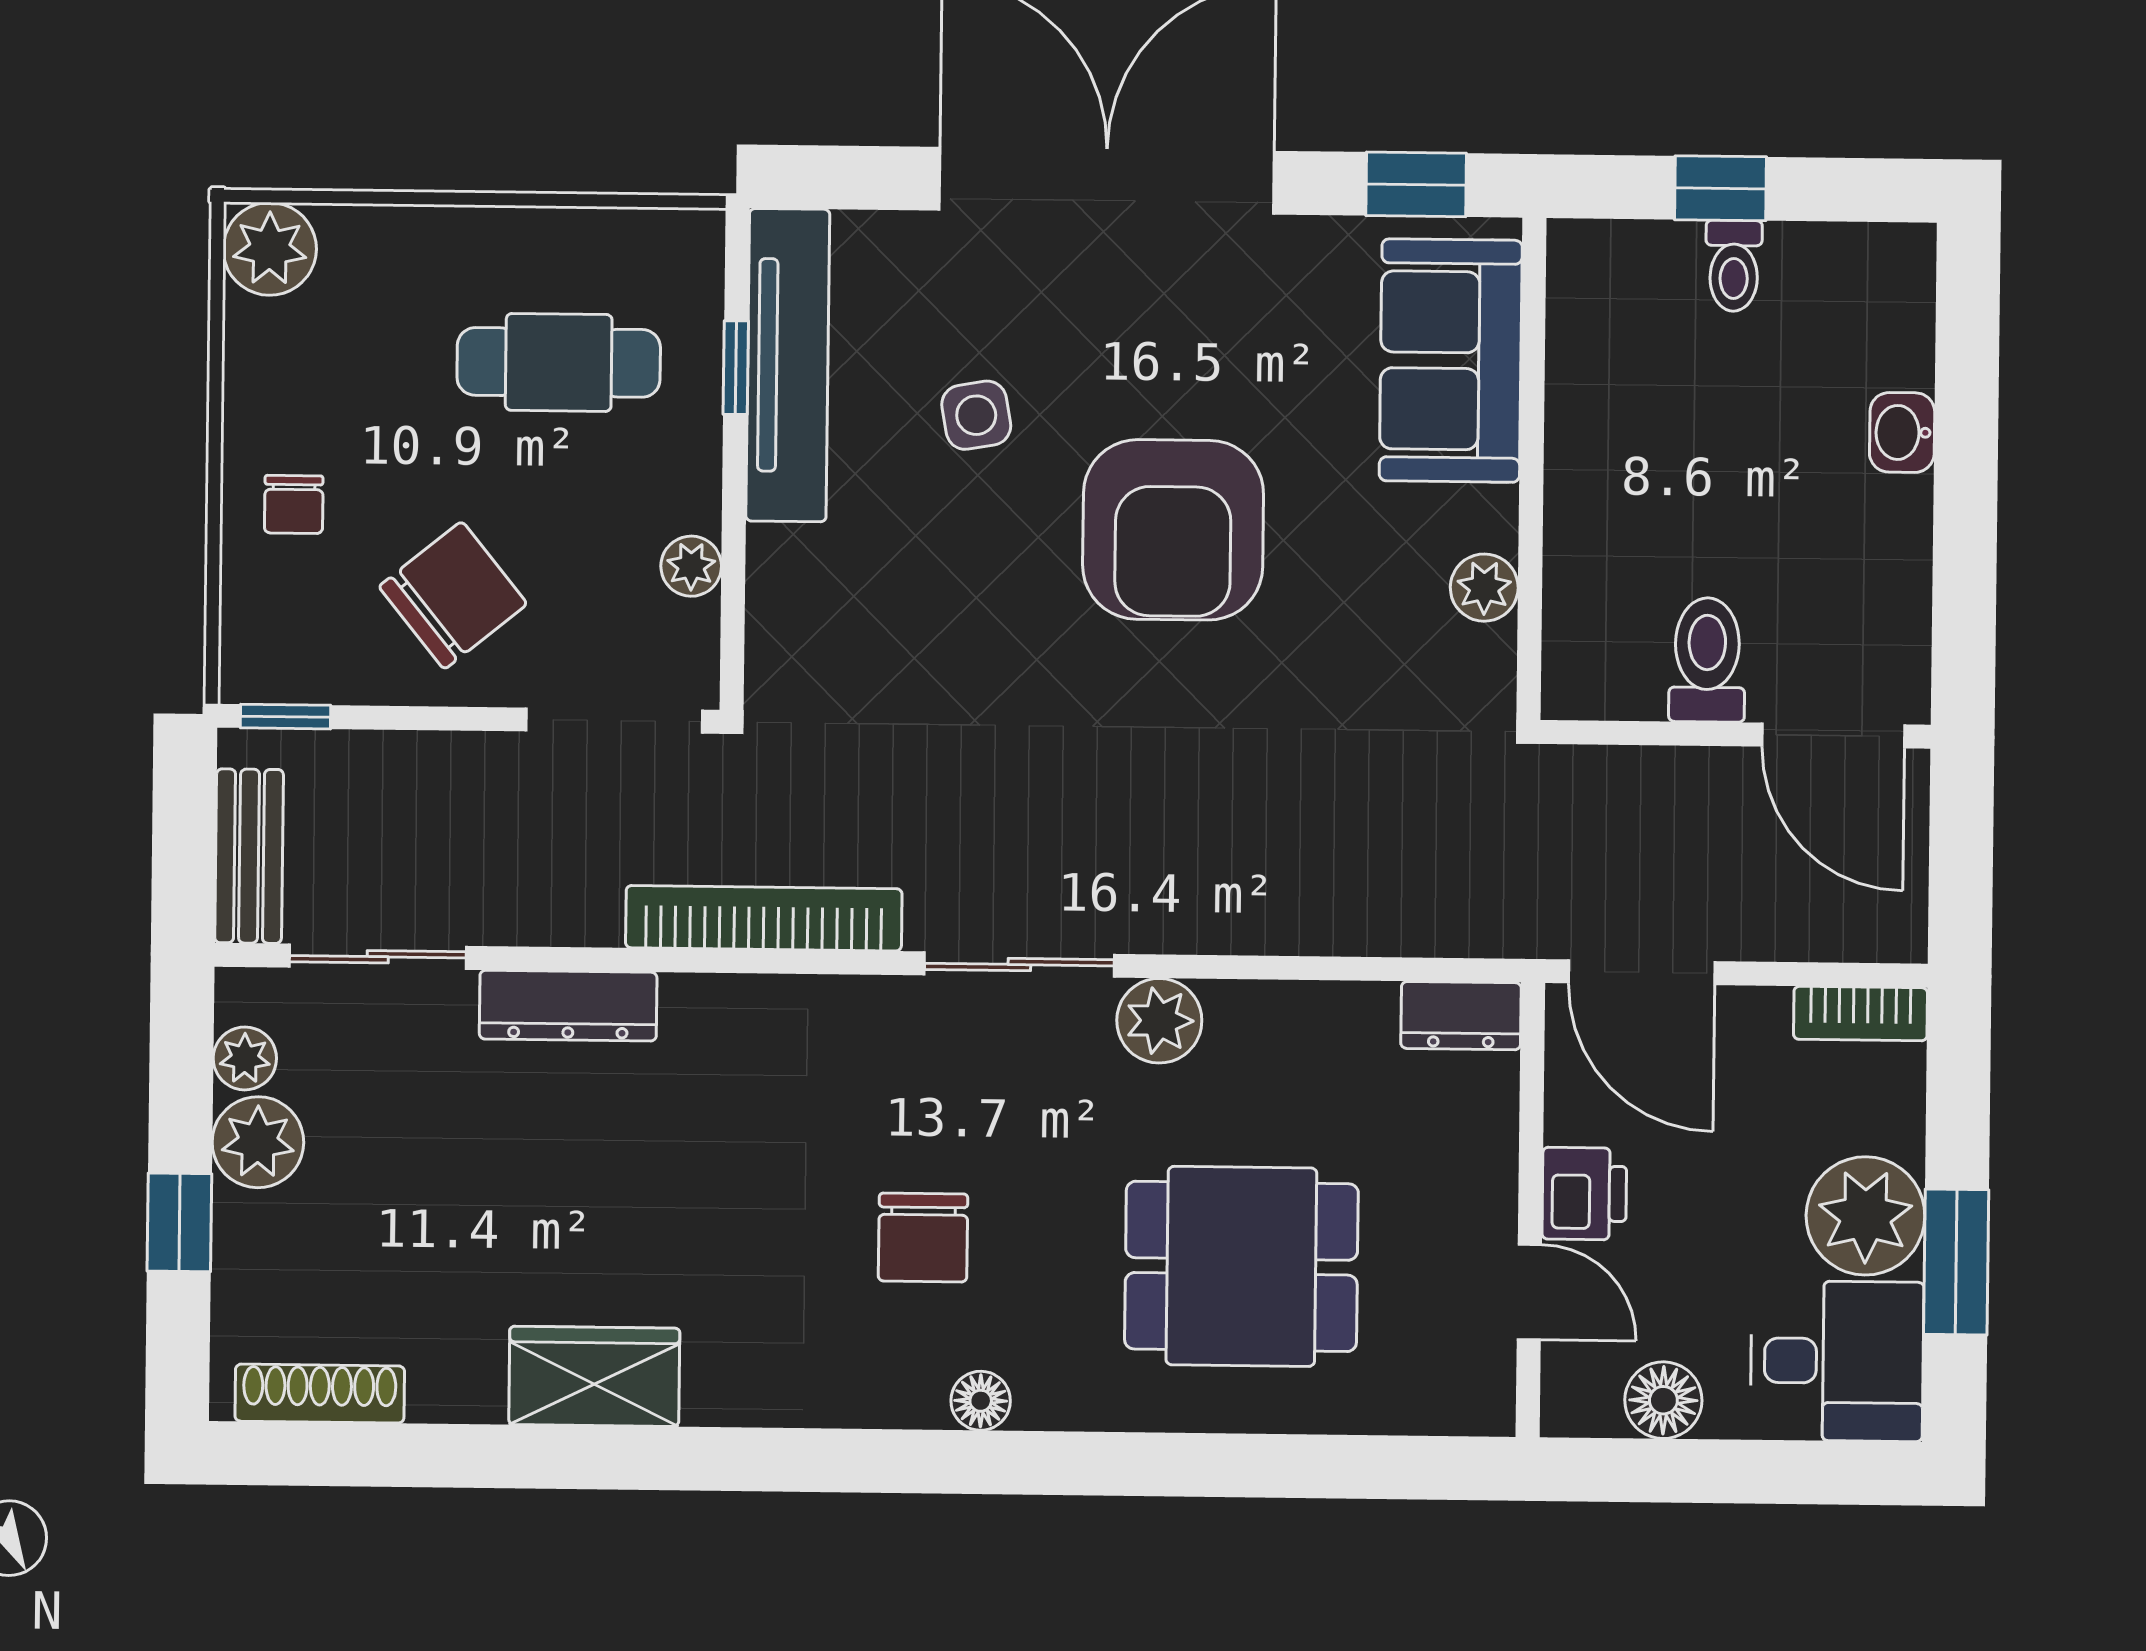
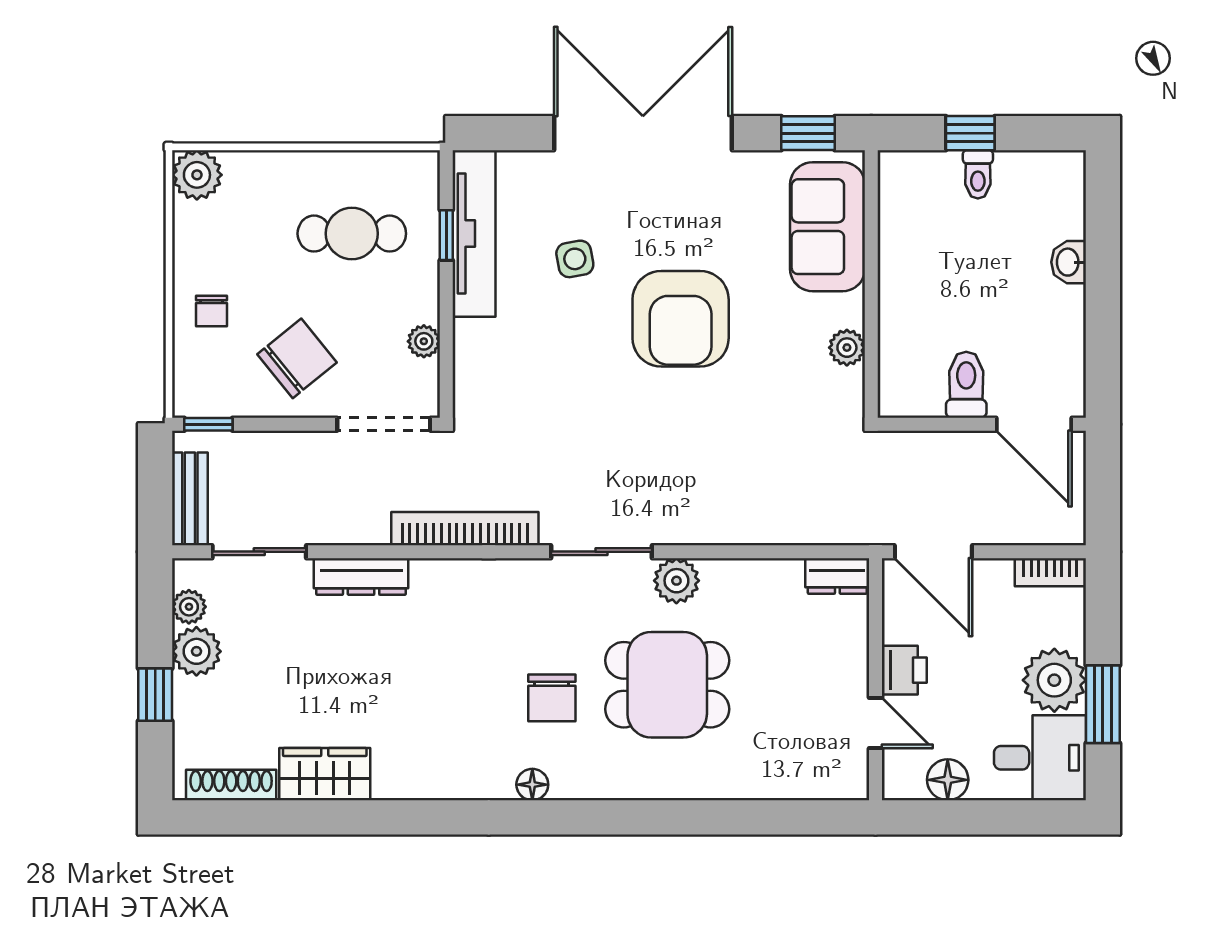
dining table: (1241, 1266) -> (667, 685), moved
wardrobe: (594, 1376) -> (325, 774), moved
floor lamp: (981, 1401) -> (532, 785), moved

